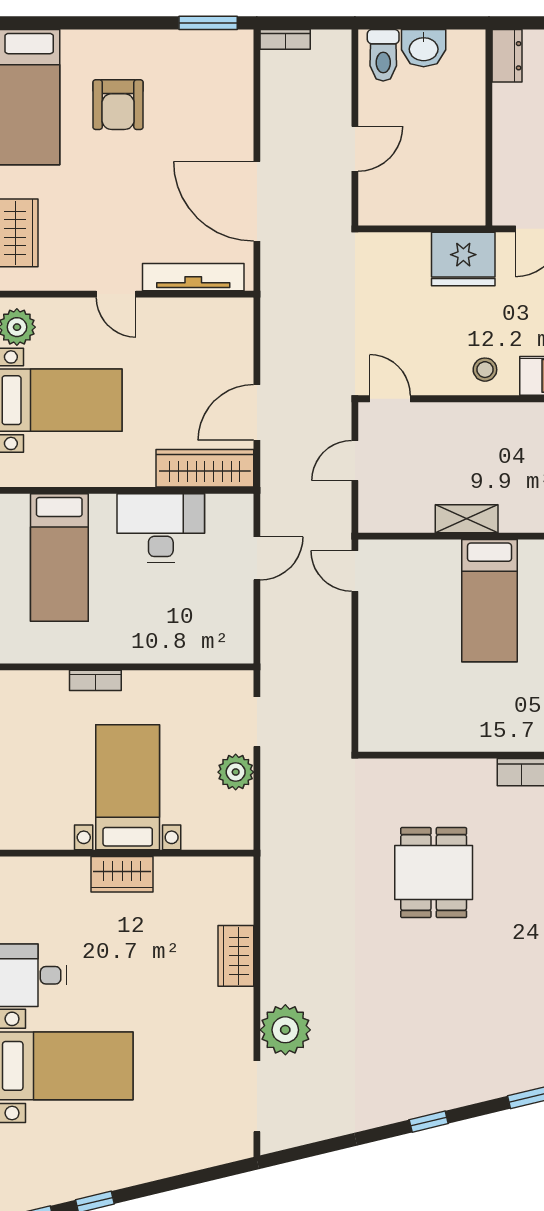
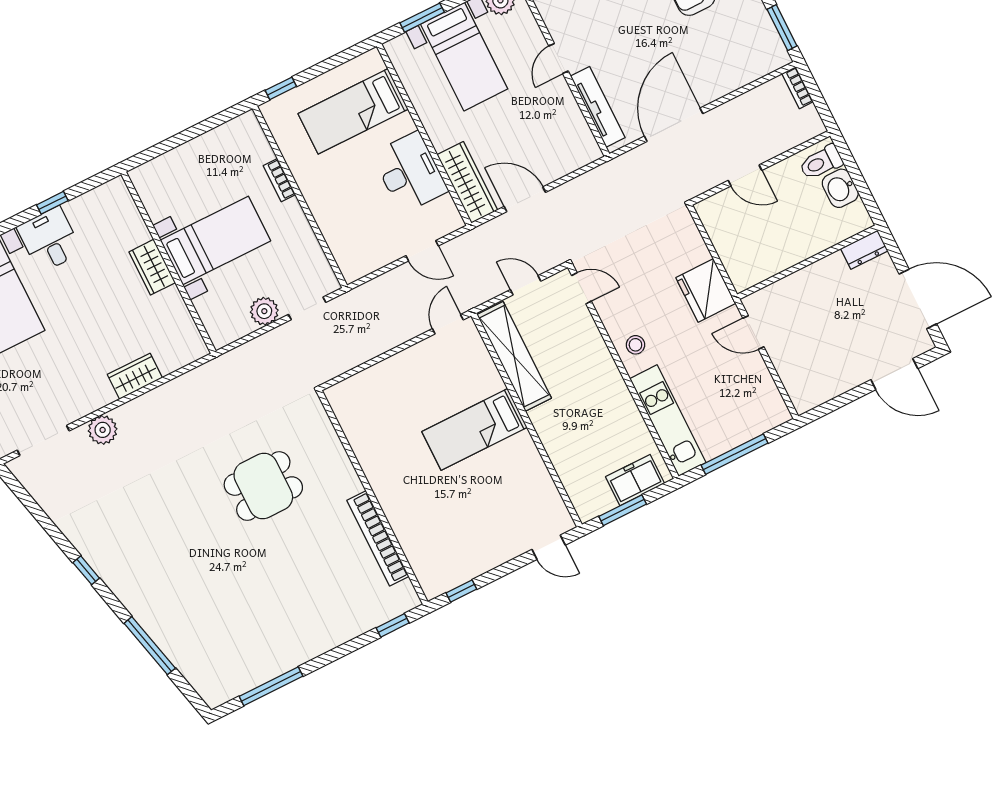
door: (390, 399) -> (581, 288), hinge flipped
shelving: (467, 519) -> (514, 356), width x2.20, depth x1.33
plant: (285, 1030) -> (103, 430), width x0.73, depth x0.73

